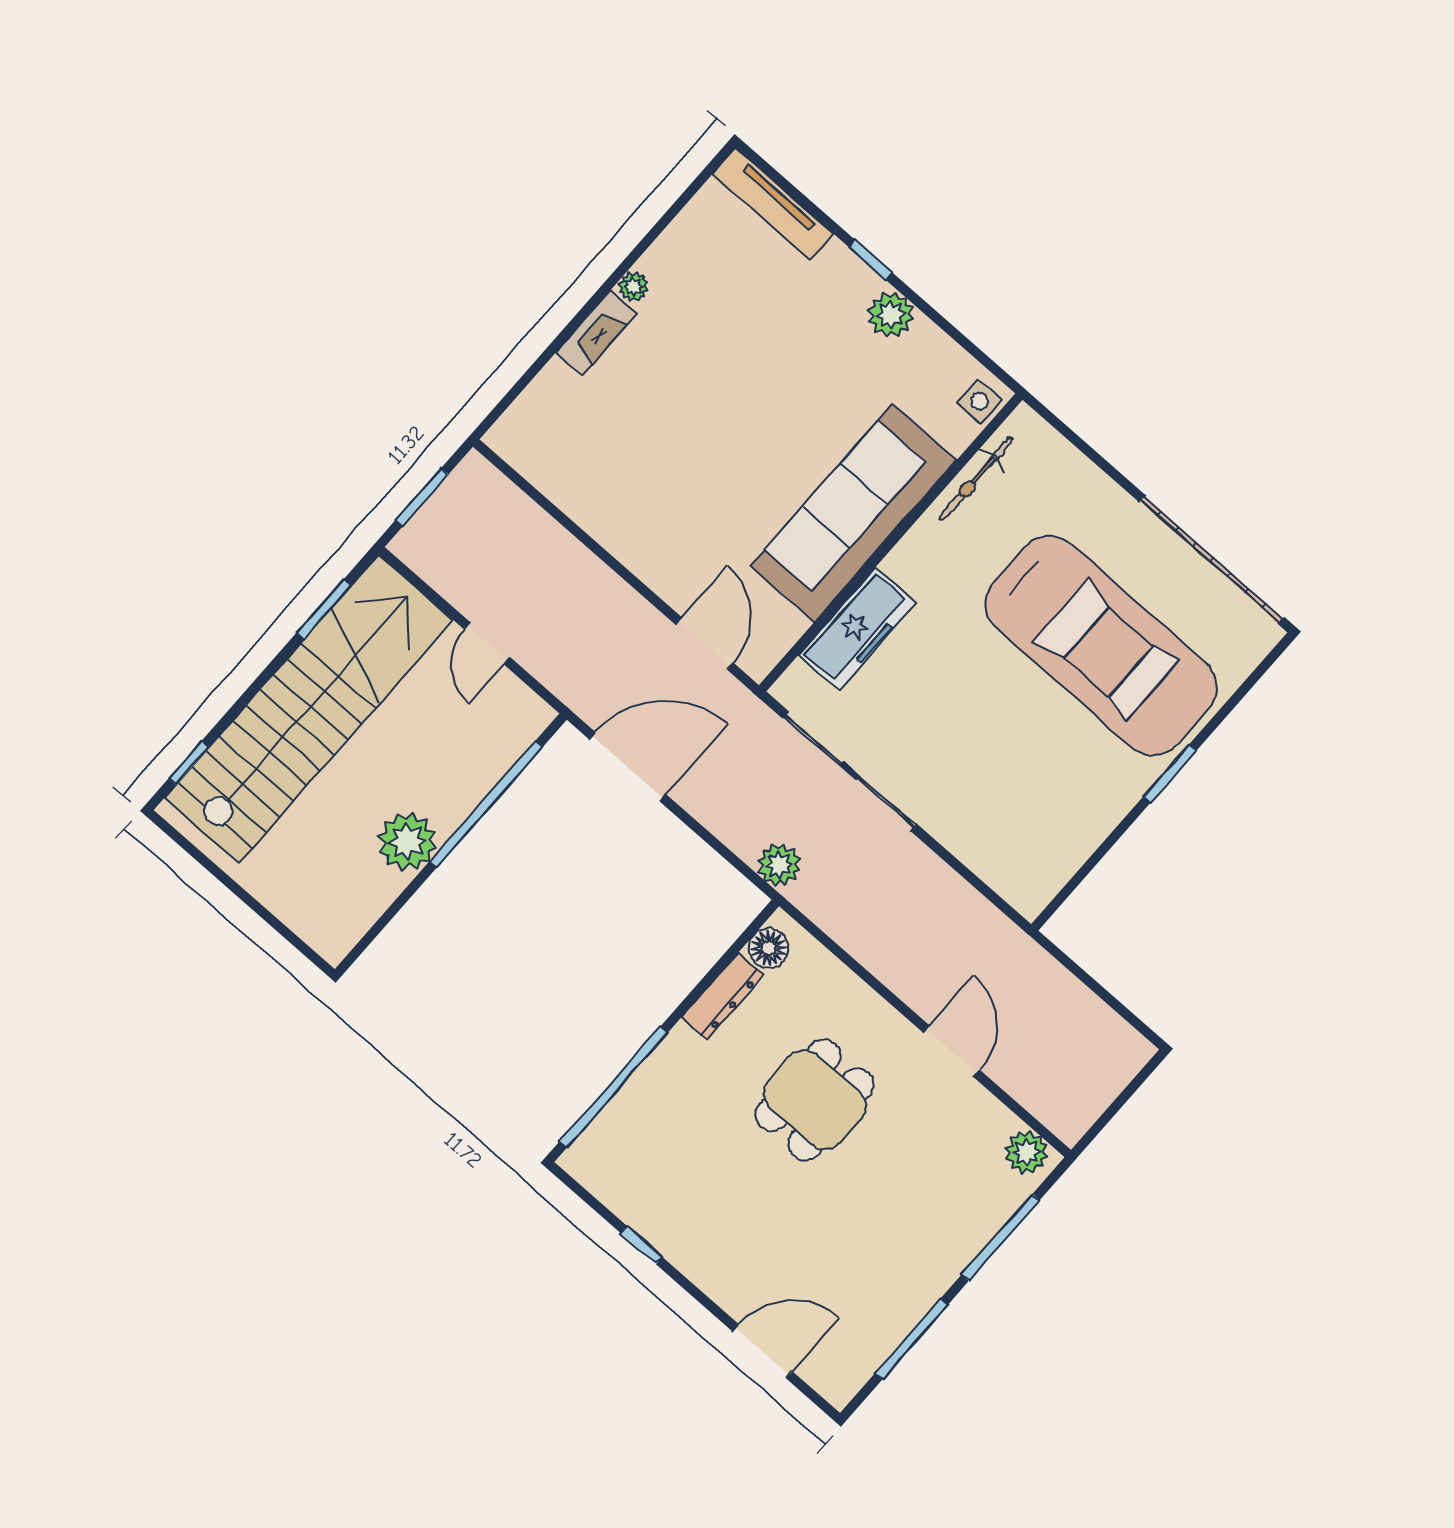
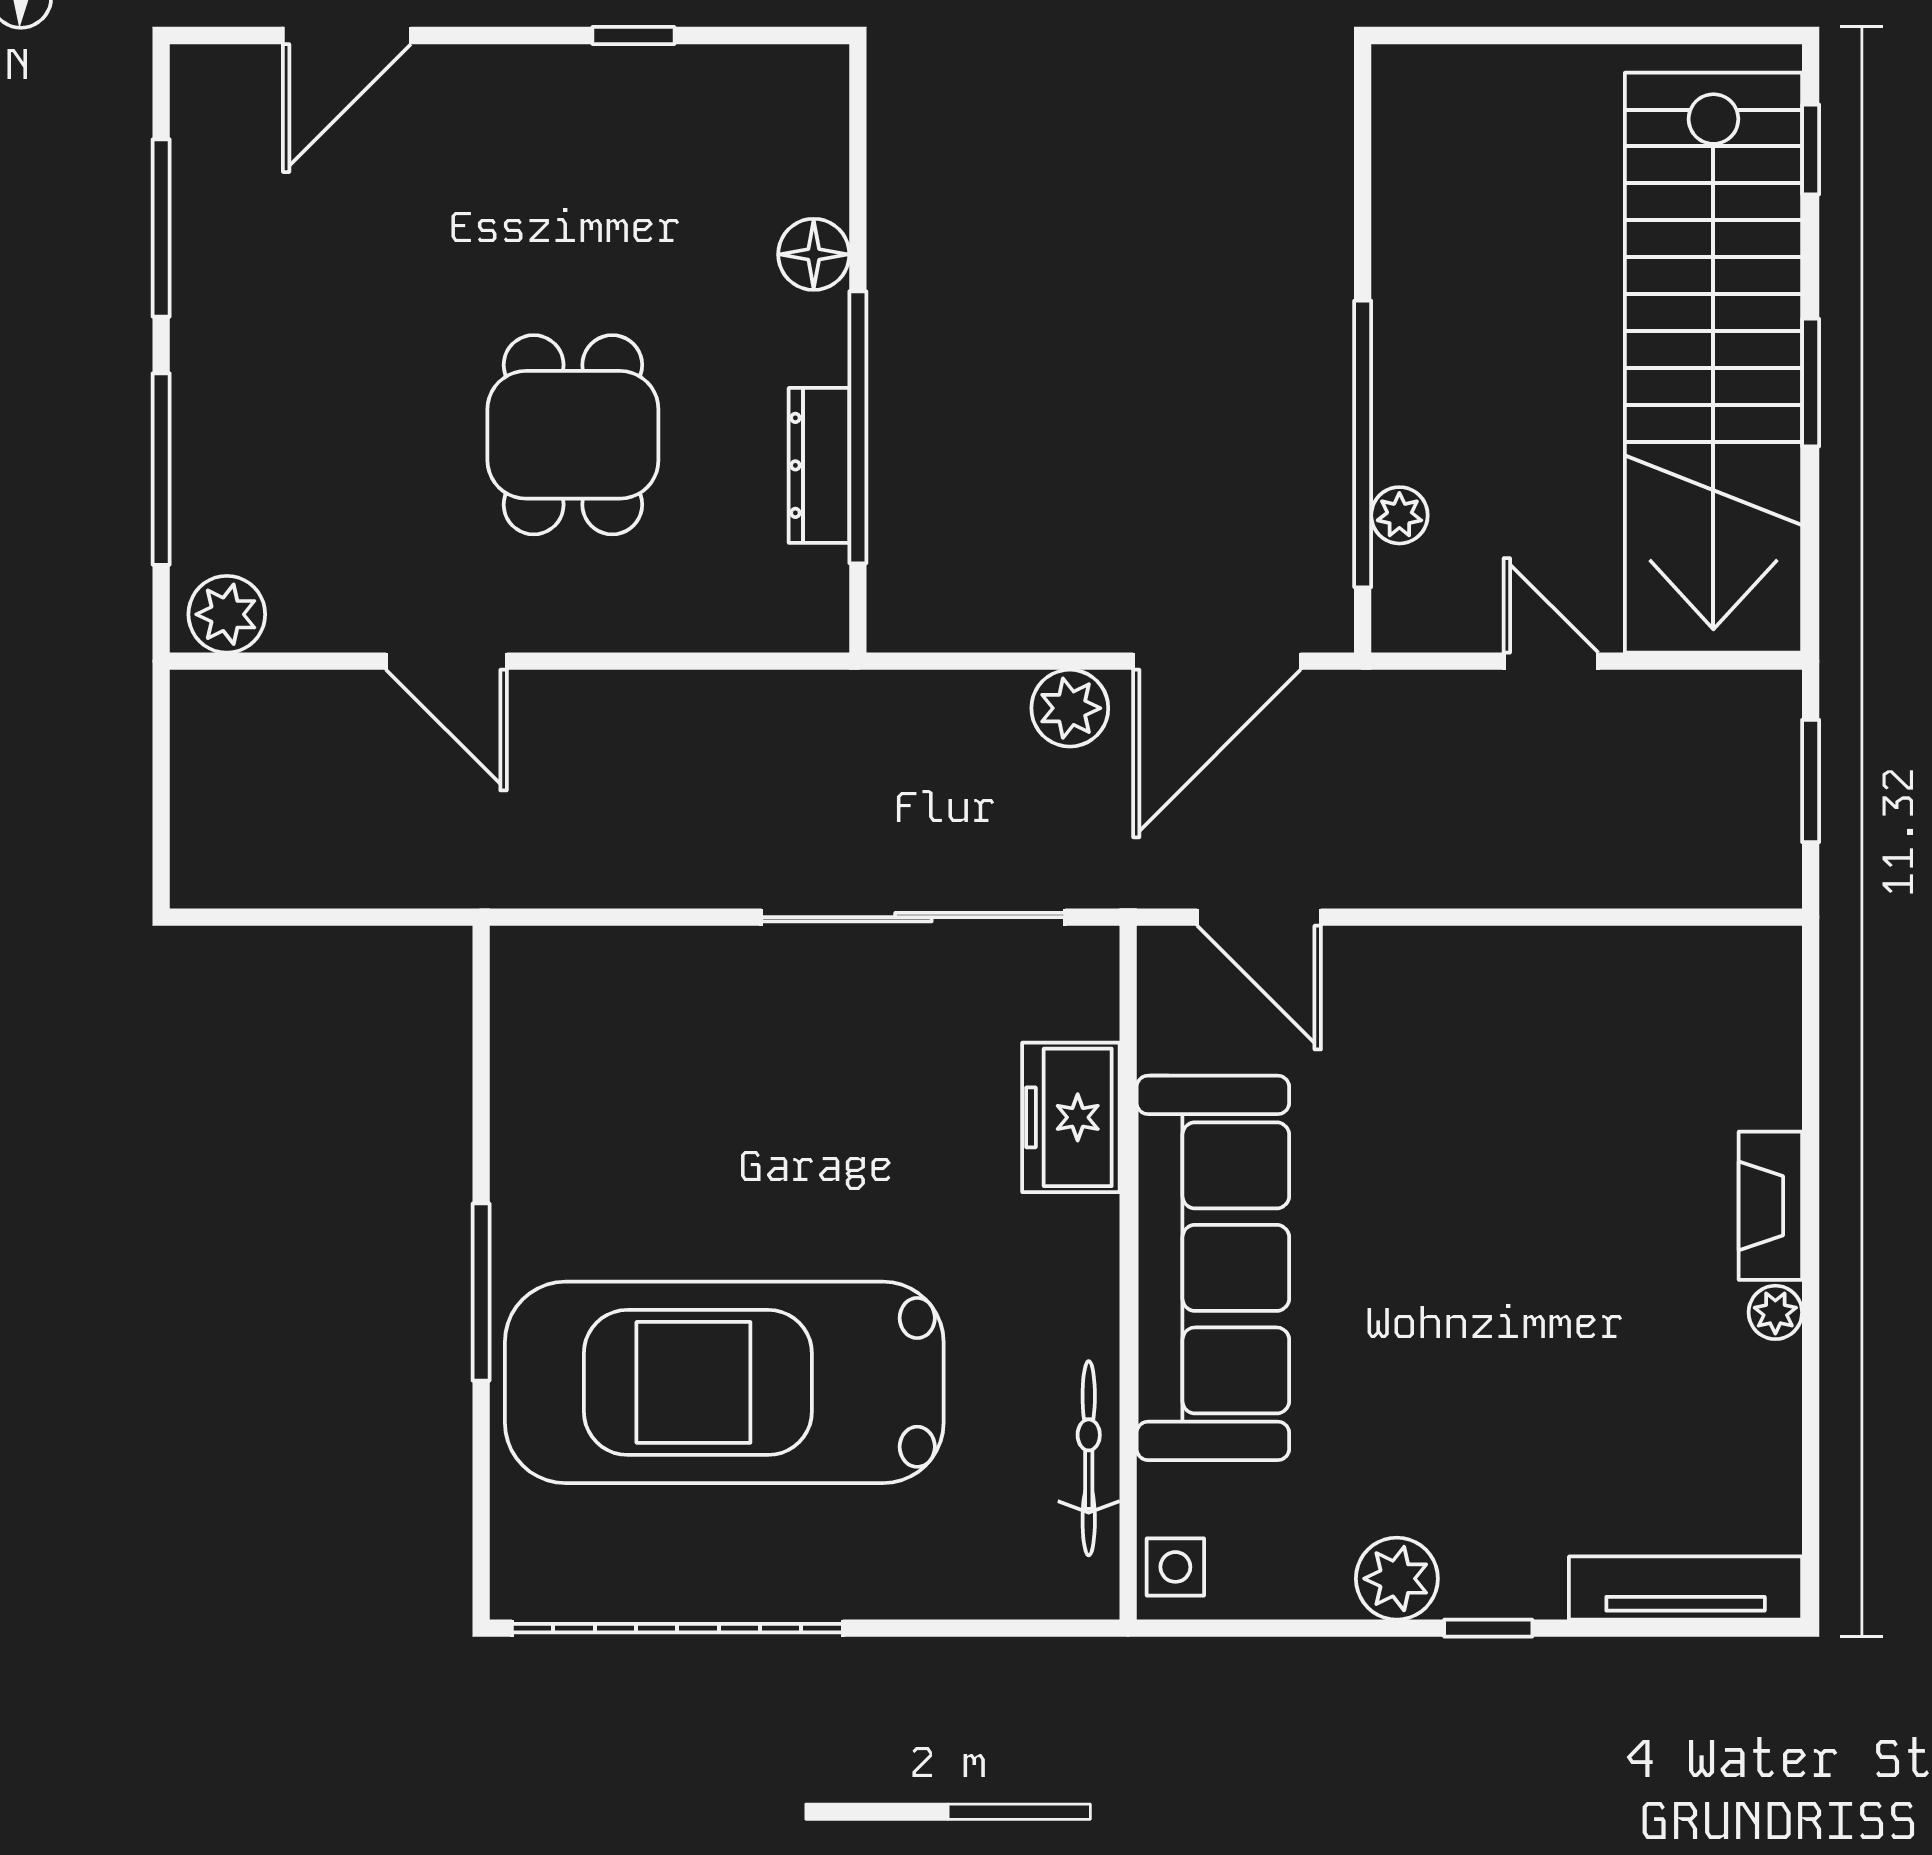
window: (324, 609) -> (1811, 383), moved
freezer: (857, 629) -> (1071, 1117), width x0.71
window: (1170, 773) -> (481, 1292), width x1.44
plant: (407, 842) -> (1399, 515), moved, width x0.53, depth x0.53
plant: (779, 865) -> (1070, 708), moved
floor lamp: (769, 948) -> (814, 254), moved
window: (613, 1087) -> (858, 427), moved

